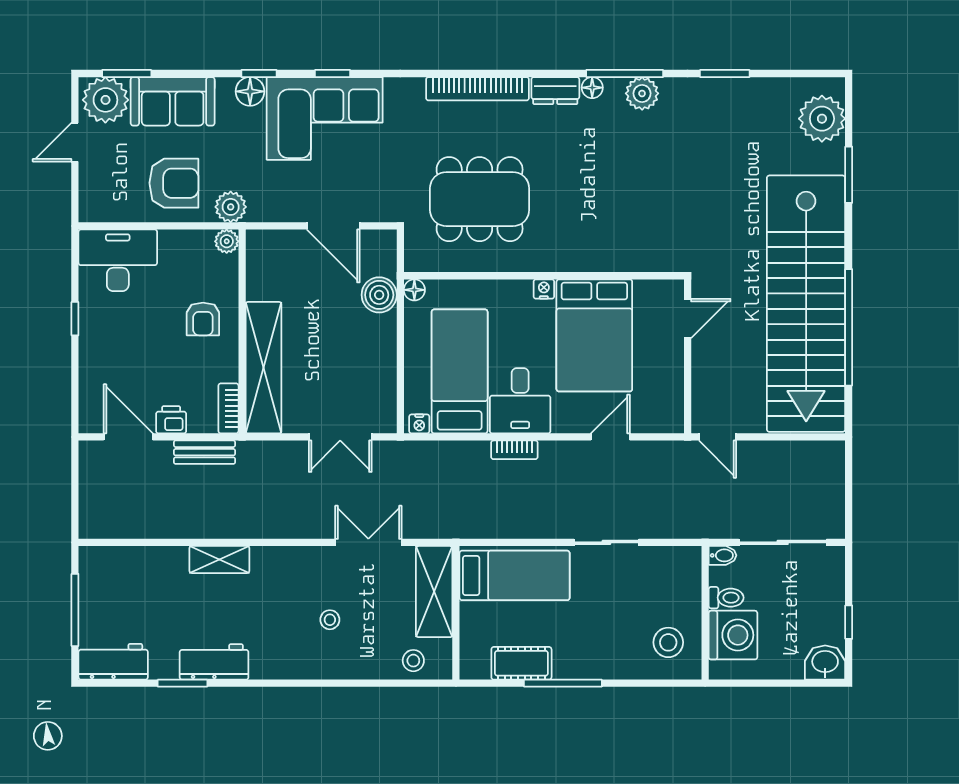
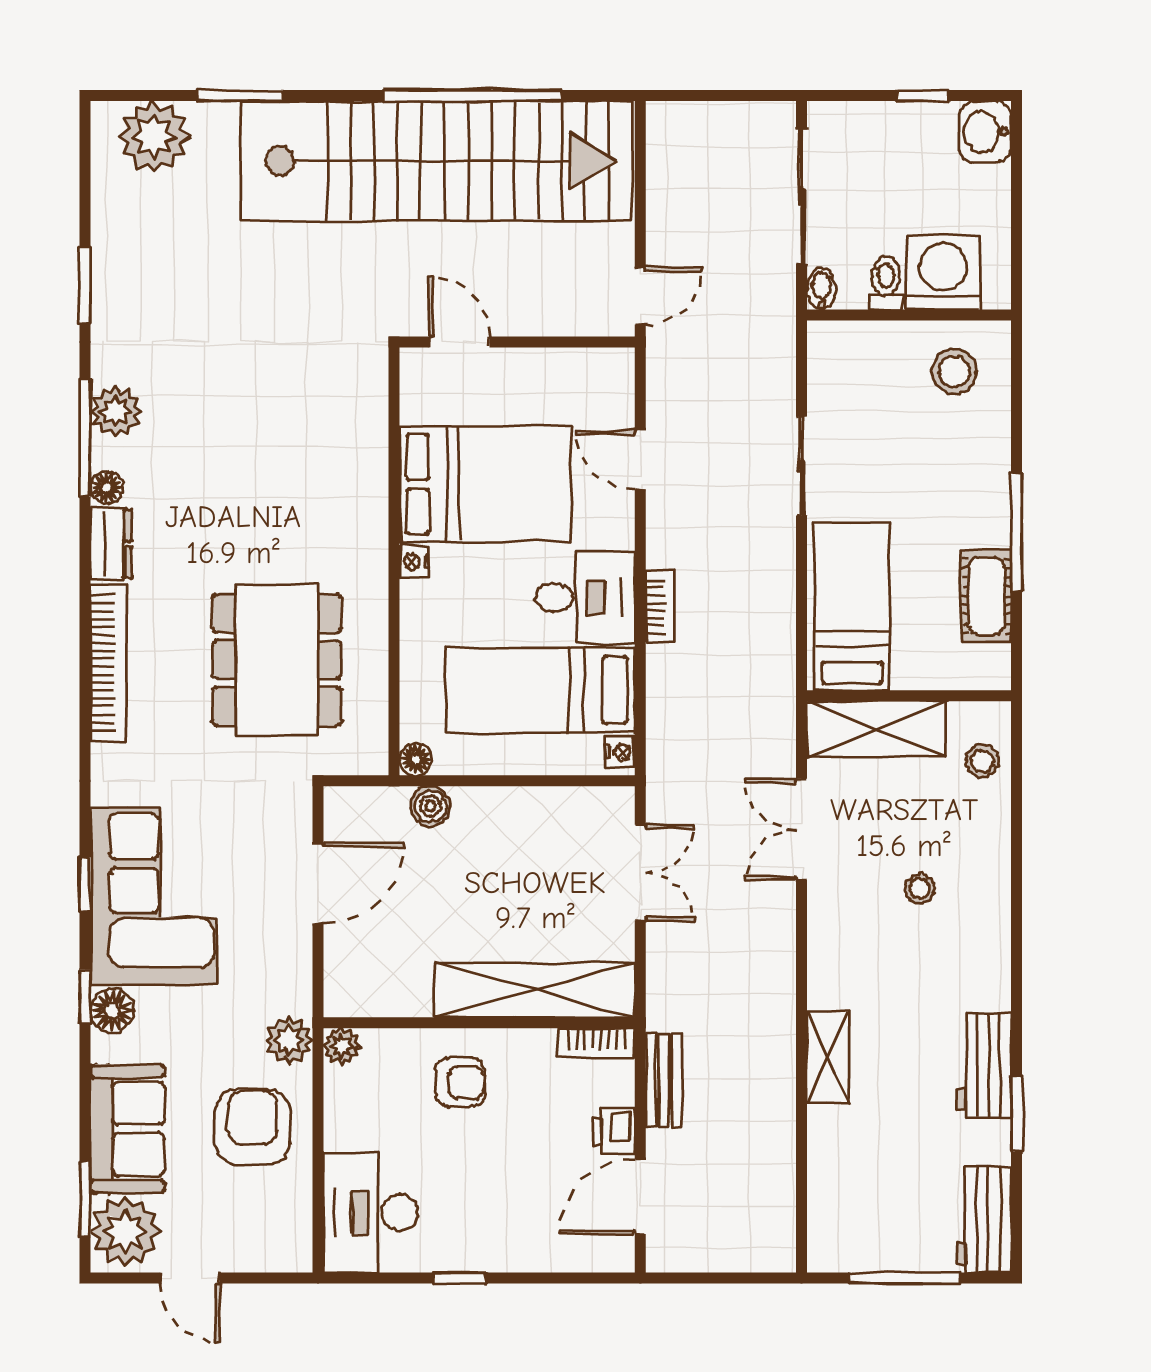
boiler: (379, 295) -> (430, 806), width x0.73, depth x0.73

